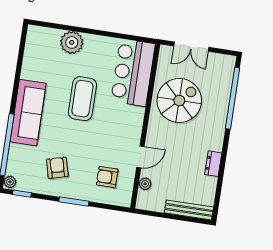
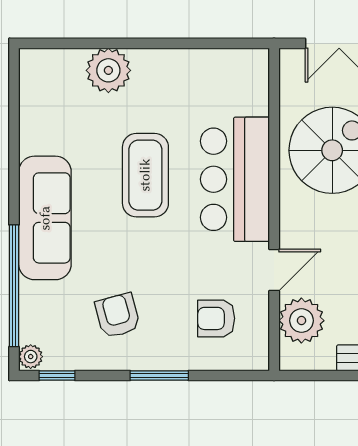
bar counter: (133, 73) -> (235, 179), moved
plant: (145, 184) -> (301, 321), width x1.87, depth x1.87

